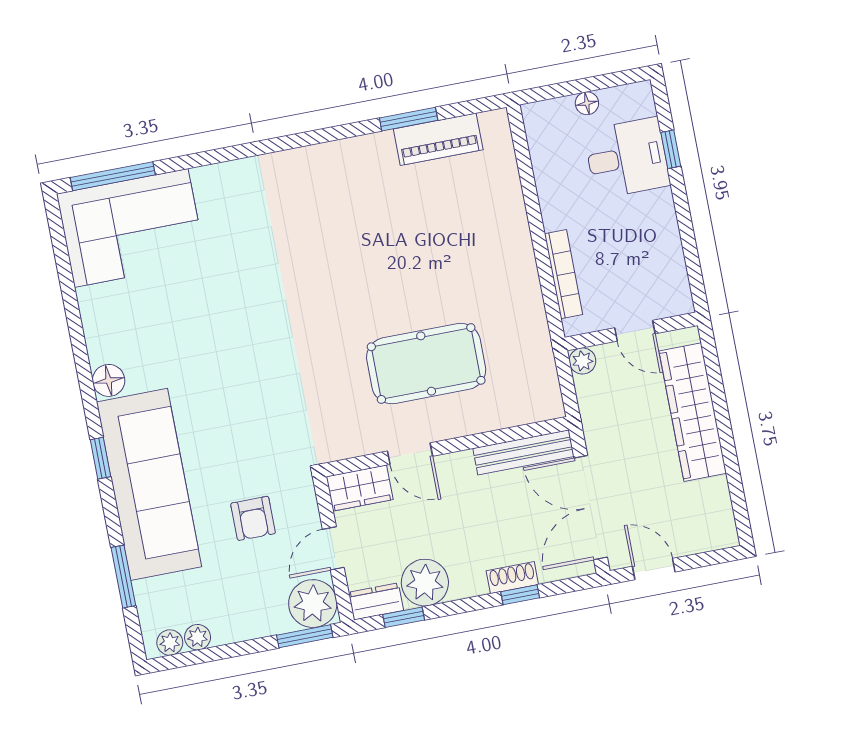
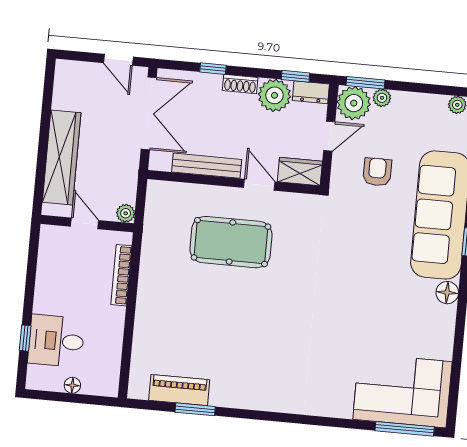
bench: (523, 452) -> (207, 166), moved
shoe rack: (512, 578) -> (240, 84), moved
plant: (198, 637) -> (382, 98), moved

